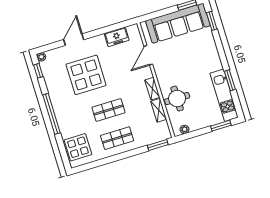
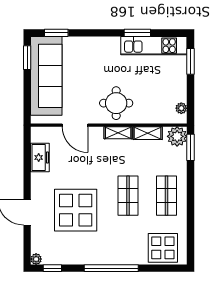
round table: (177, 99) -> (116, 103), moved
plant: (163, 133) -> (177, 136), added

